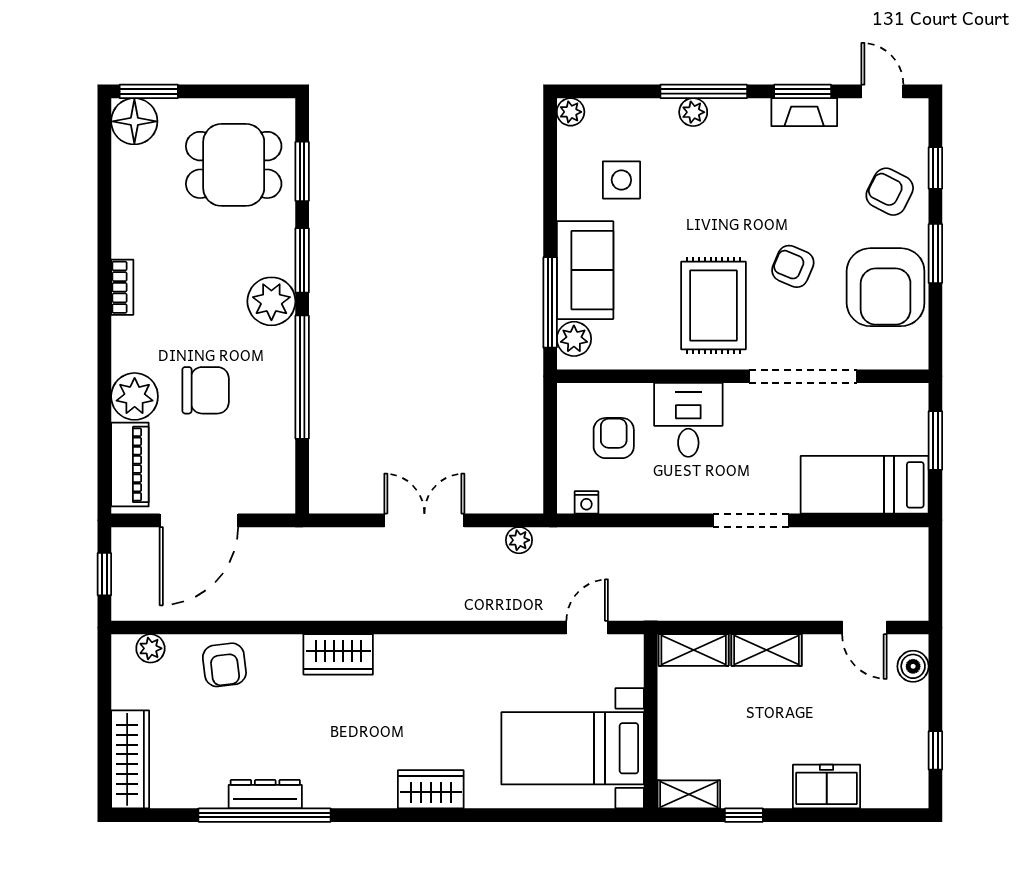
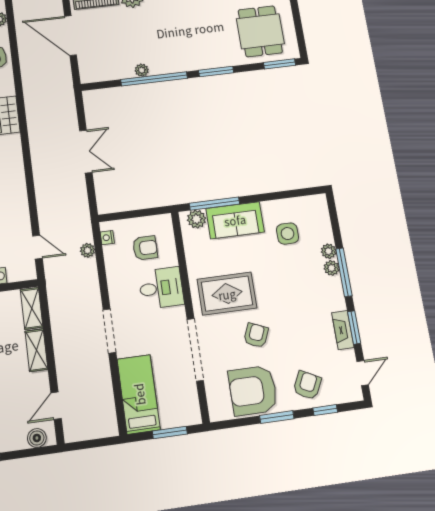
plant: (571, 112) -> (329, 251), moved
window: (302, 171) -> (280, 64), moved
plant: (271, 301) -> (142, 70), moved, width x0.53, depth x0.53
chair: (206, 390) -> (140, 31), removed
plant: (519, 540) -> (88, 250), moved

